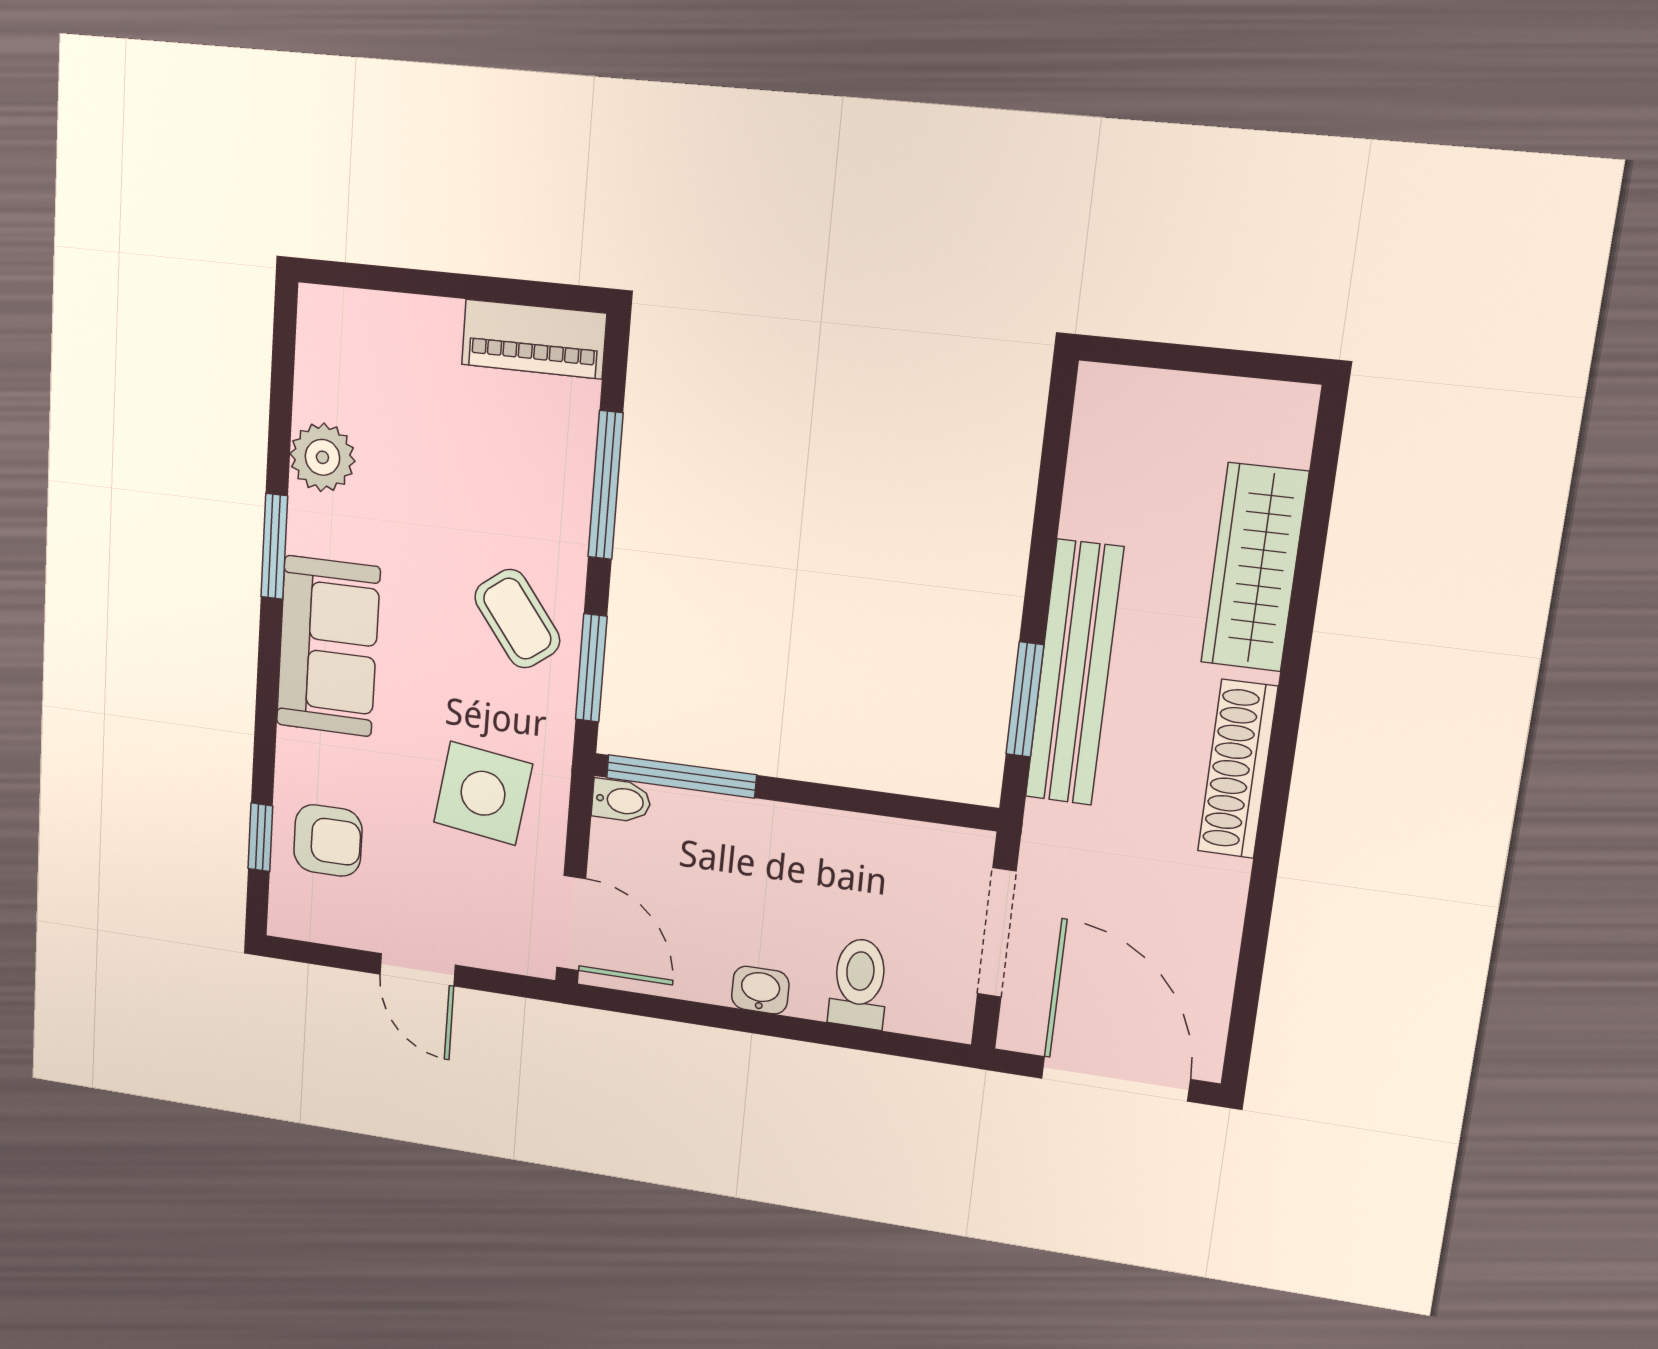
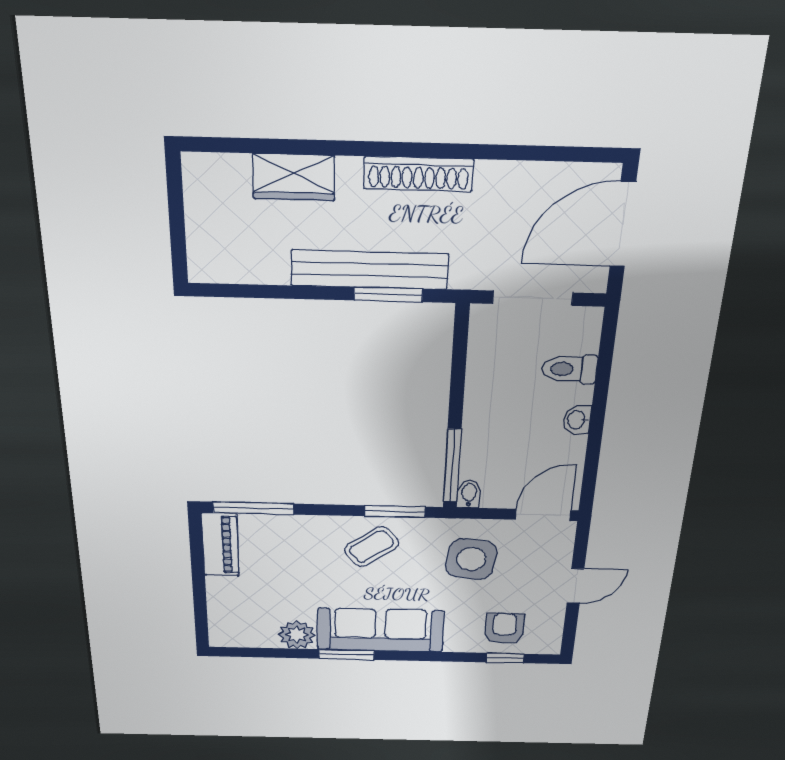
window: (606, 485) -> (253, 508), moved
wardrobe: (1255, 568) -> (294, 177), width x0.67
sofa: (328, 646) -> (380, 630), width x1.36

